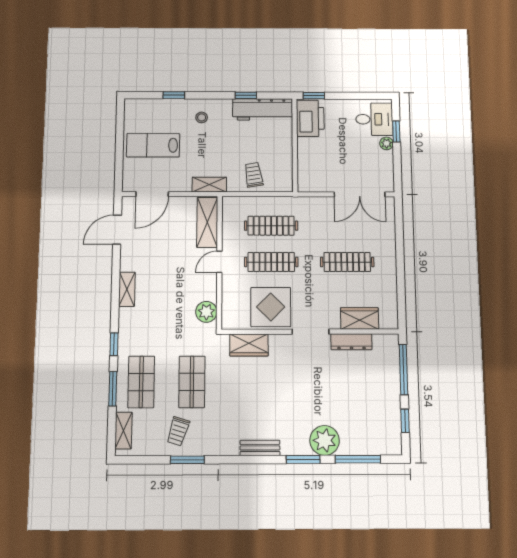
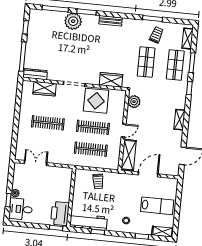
shelving: (209, 185) -> (162, 232), moved
door: (152, 194) -> (148, 174), moved
double door: (360, 194) -> (36, 163), width x0.73
dresser: (351, 342) -> (35, 74), moved

